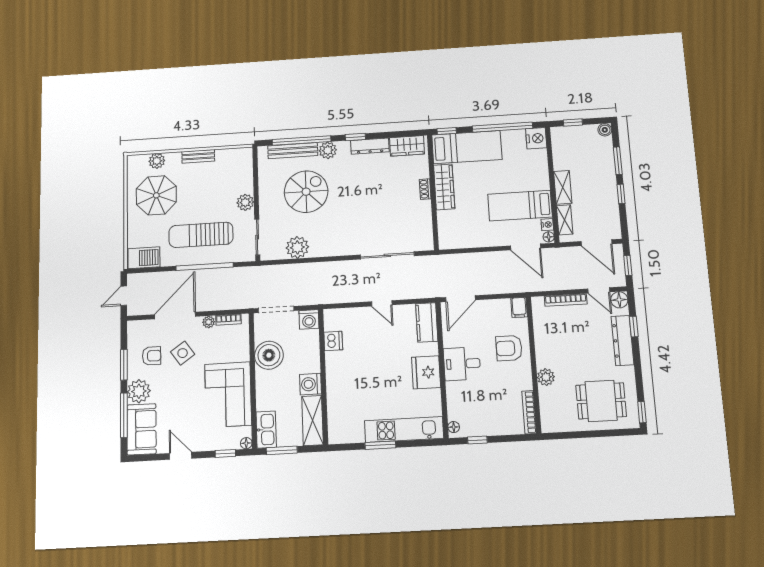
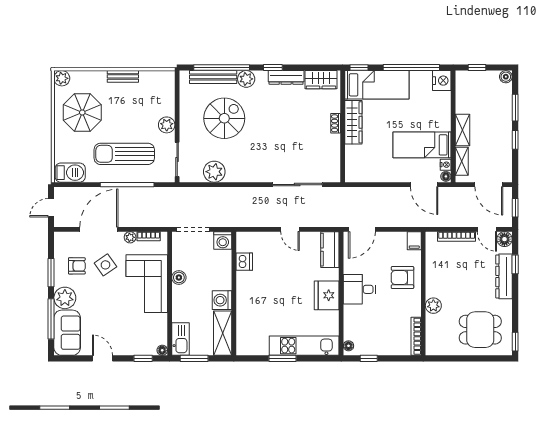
plant: (157, 161) -> (62, 78), moved
boiler: (269, 355) -> (179, 277), width x0.54, depth x0.54
corner sofa: (228, 395) -> (147, 284), moved

